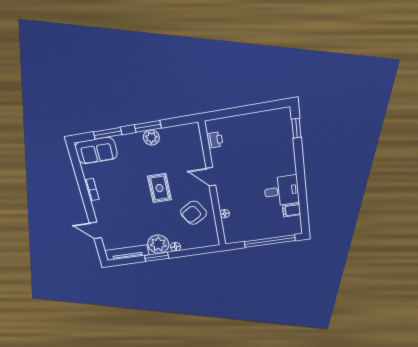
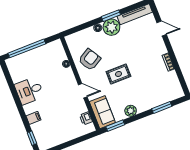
window: (148, 126) -> (115, 126), moved
sofa: (96, 151) -> (102, 112), moved, turned 90
rug: (159, 188) -> (118, 74), turned 90
filing cabinet: (292, 210) -> (34, 118), moved

